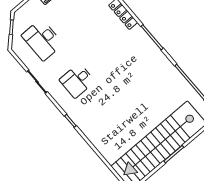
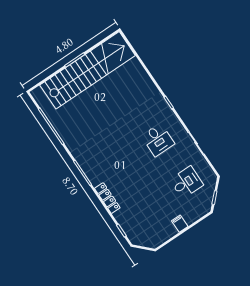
desk: (42, 40) -> (187, 182), width x0.73
desk: (77, 81) -> (158, 140), turned 90

